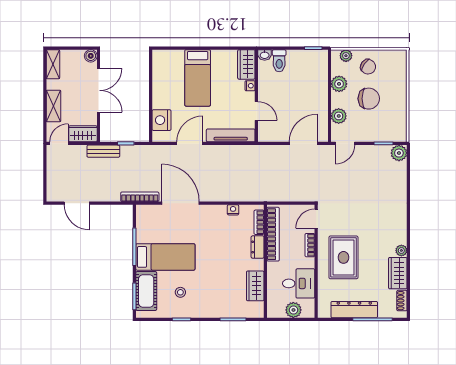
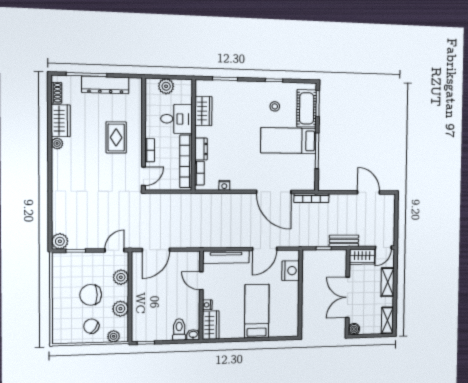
rug: (343, 257) -> (116, 137), width x0.73, depth x0.70
desk: (299, 283) -> (176, 119), moved, turned 180

